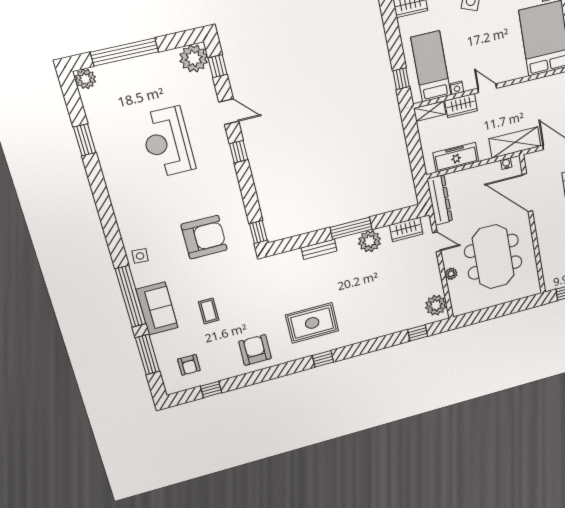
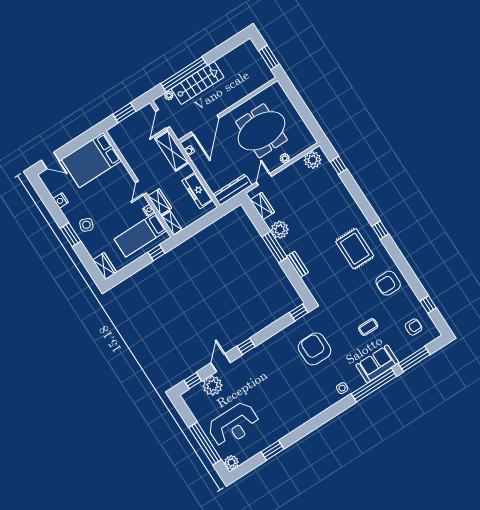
plant: (194, 58) -> (212, 386), moved
reception desk: (167, 142) -> (234, 425), moved

